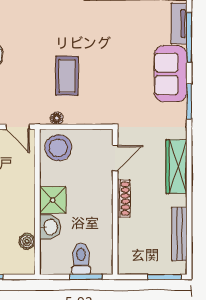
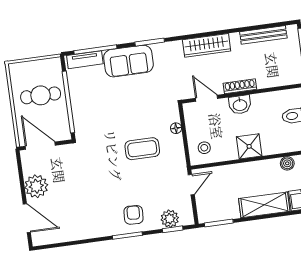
floor lamp: (57, 118) -> (176, 128), moved
stool: (58, 148) -> (204, 148), width x0.53, depth x0.53
washbasin: (50, 227) -> (240, 105), moved, turned 180

